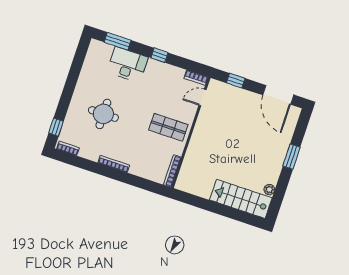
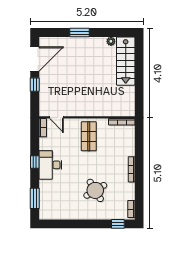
desk: (127, 65) -> (50, 165), moved
window: (236, 81) -> (35, 85), moved
round table: (103, 114) -> (95, 190), turned -31

